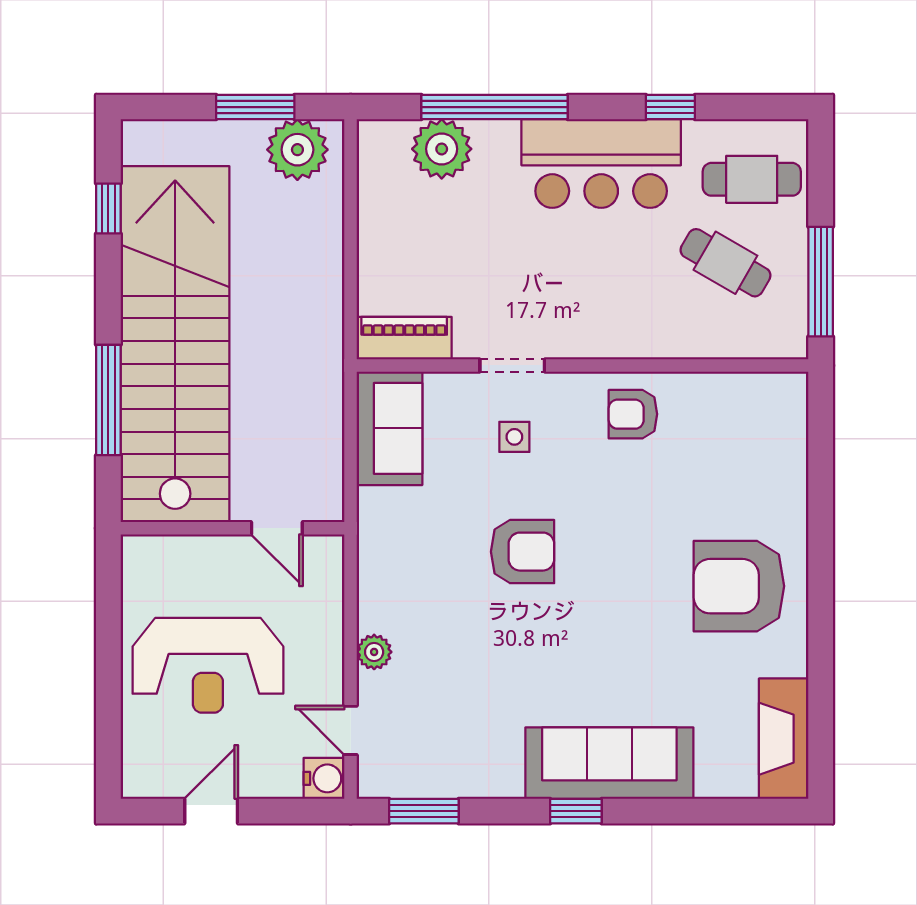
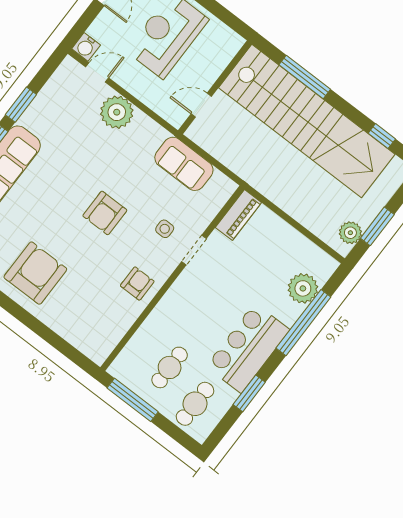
window: (670, 107) -> (249, 393), width x1.50
plant: (297, 150) -> (350, 233), width x0.73, depth x0.73
cafe table: (725, 263) -> (170, 367), turned -30
sofa: (390, 428) -> (184, 164), moved
armchair: (523, 552) -> (105, 213), moved
plant: (374, 652) -> (117, 112), width x1.88, depth x1.88
window: (424, 811) -> (21, 105), moved

